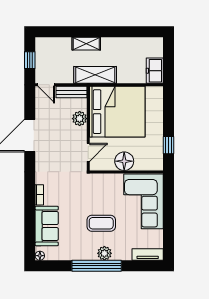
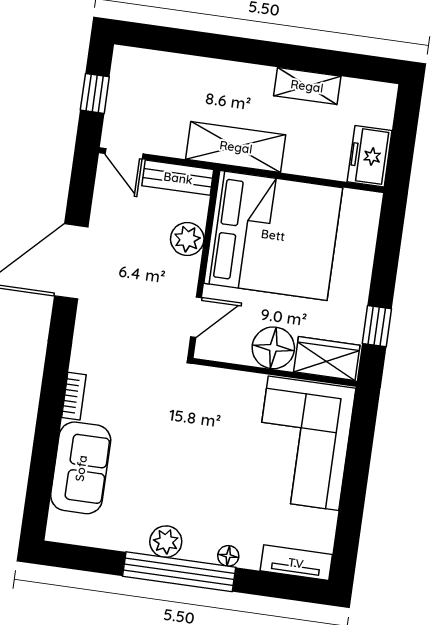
shelving: (86, 44) -> (307, 86), moved
wardrobe: (148, 163) -> (327, 358), added
coffee table: (101, 223) -> (203, 479), removed
plant: (104, 253) -> (166, 542), moved
floor lamp: (40, 256) -> (228, 556), moved

